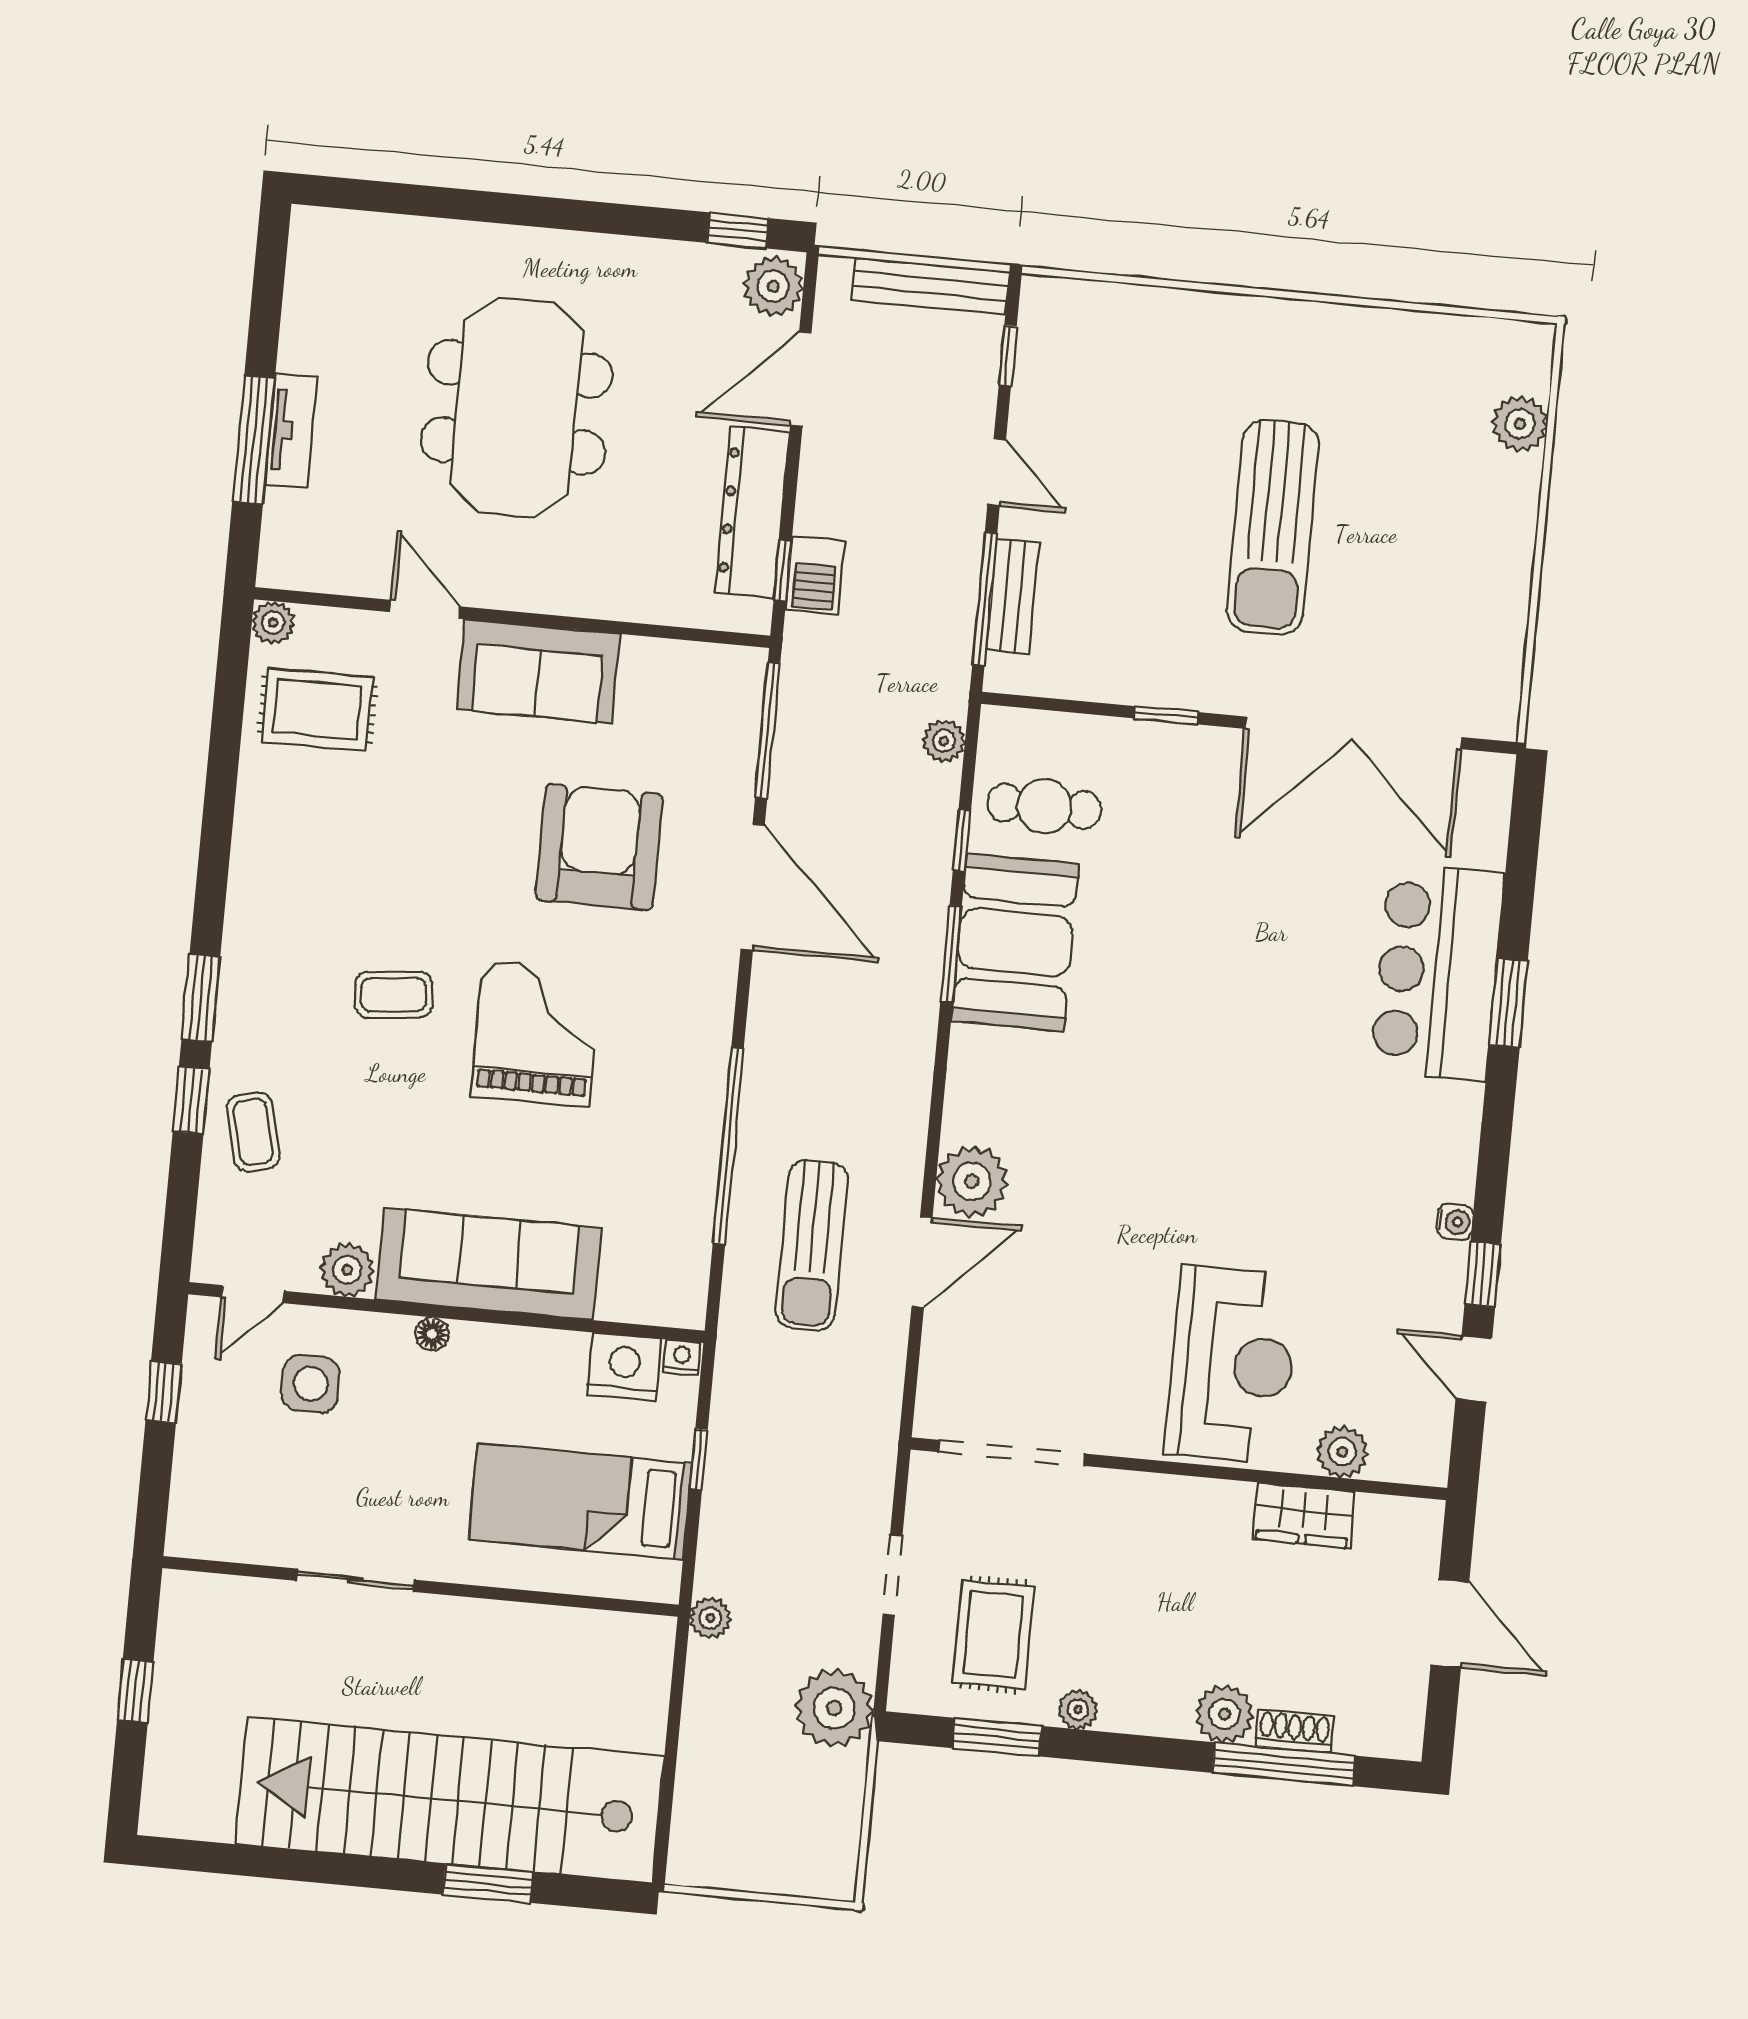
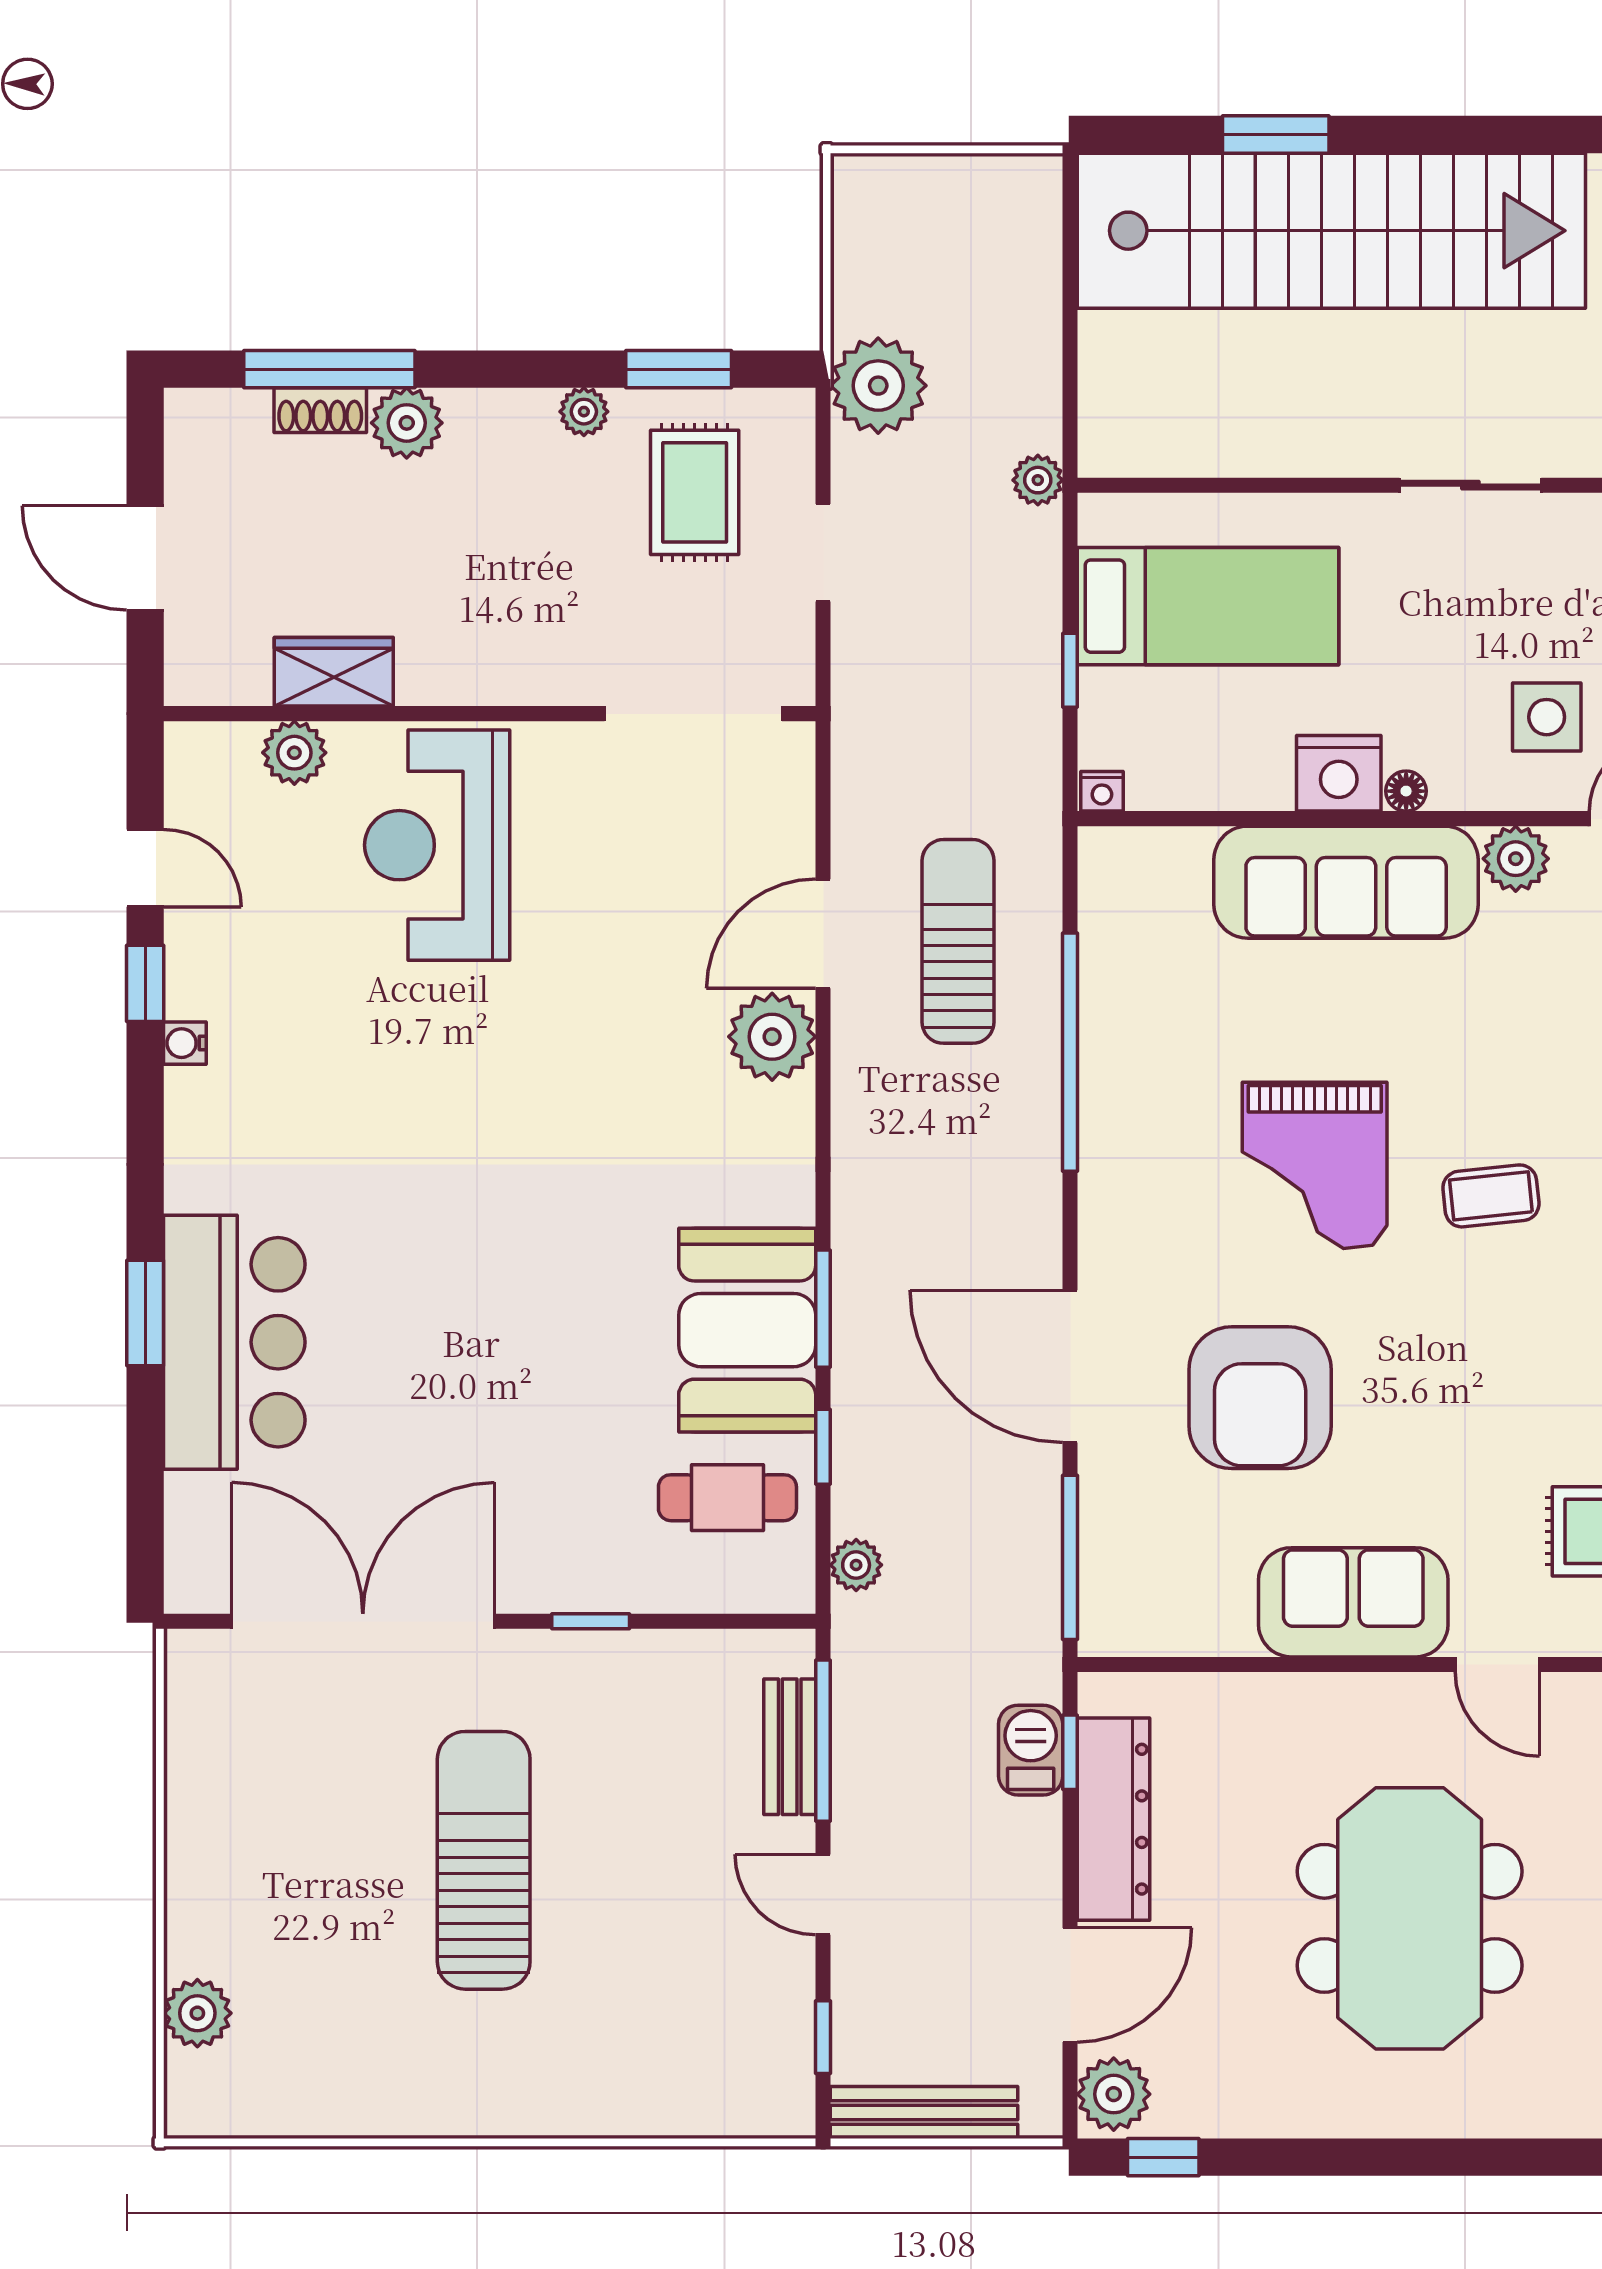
nightstand: (624, 1367) -> (1339, 773), moved

